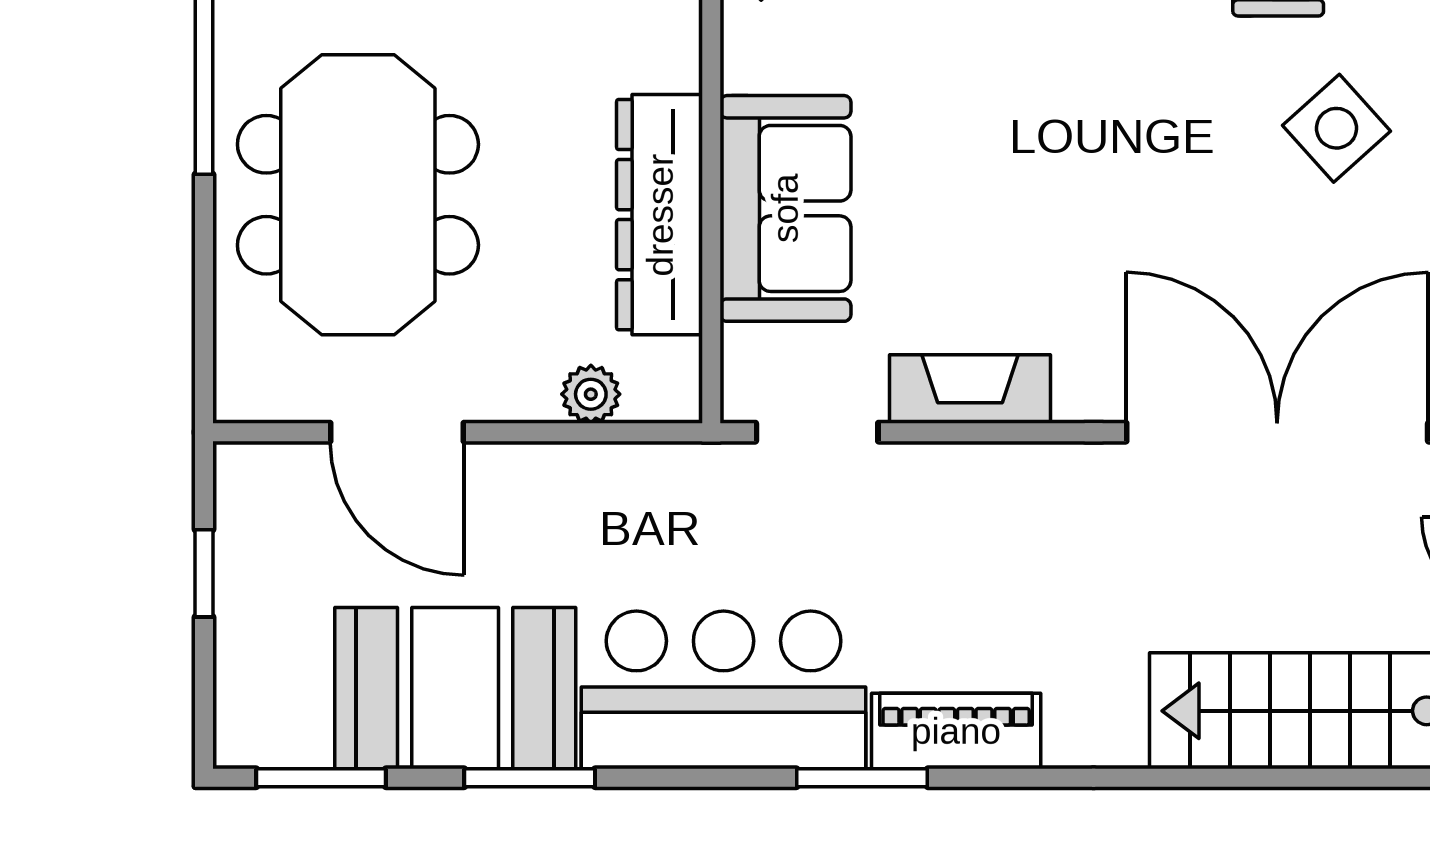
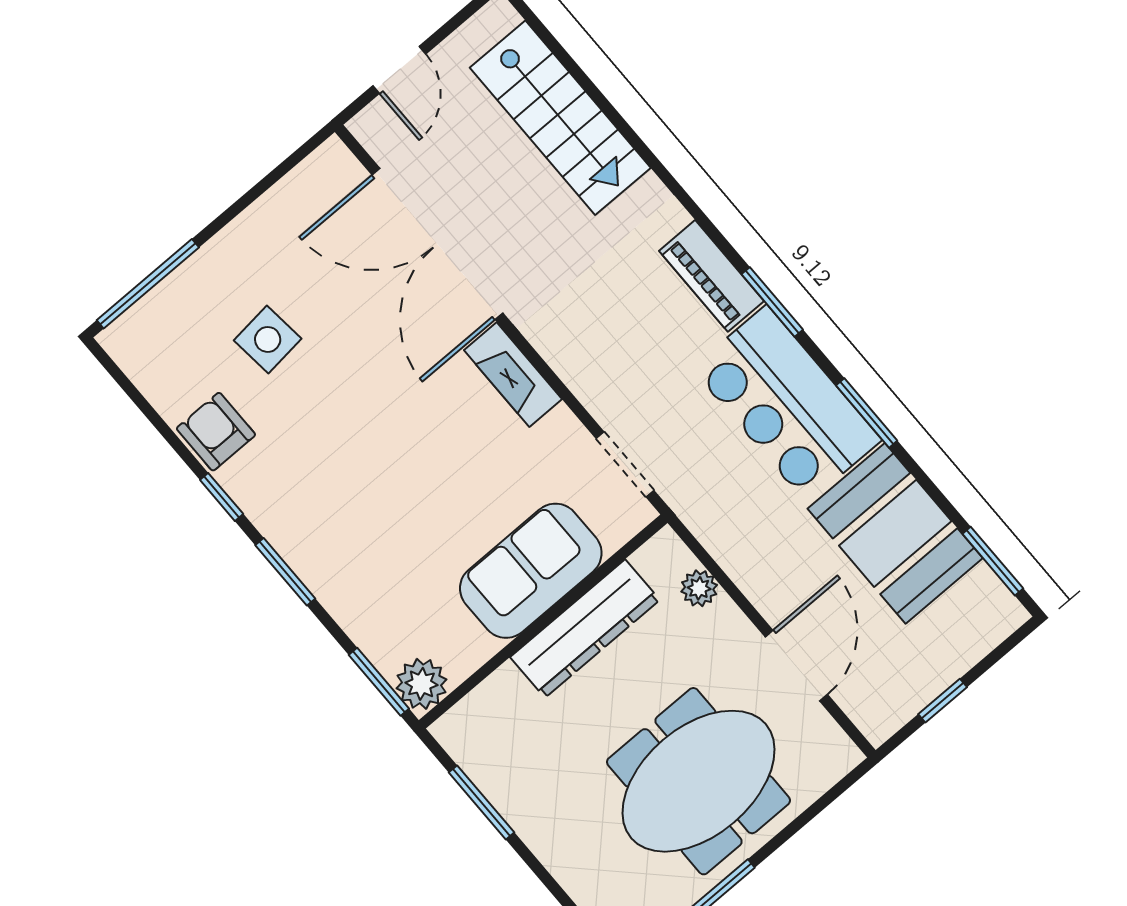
side table: (1337, 128) -> (268, 339), turned 36
fireplace: (970, 389) -> (513, 375), moved
window: (530, 778) -> (867, 413), moved

